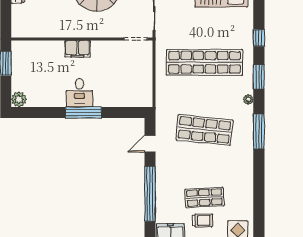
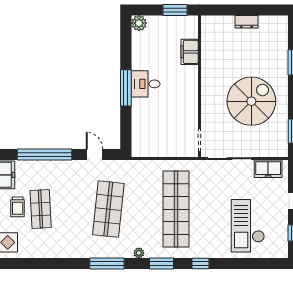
filing cabinet: (78, 49) -> (190, 52), moved

